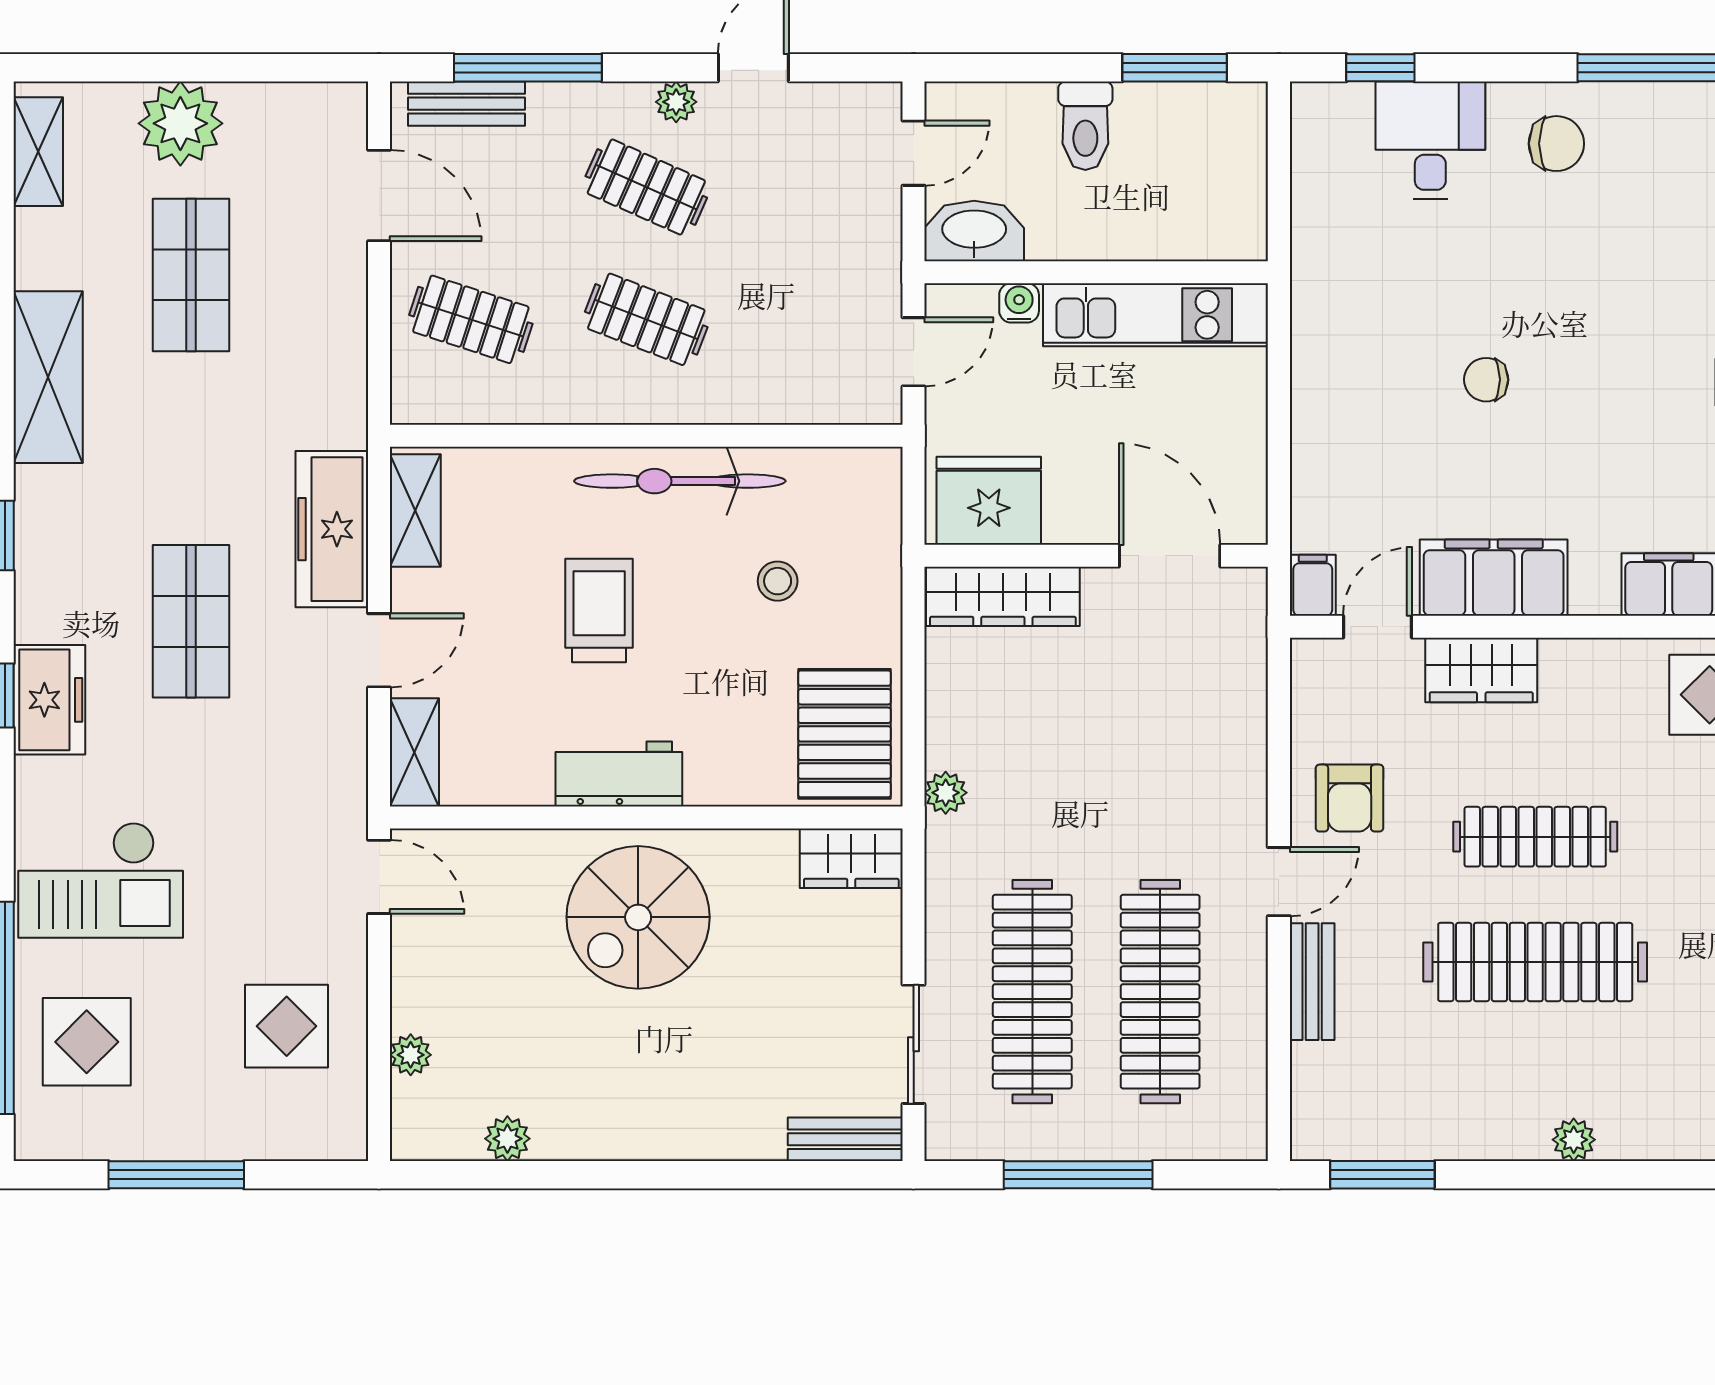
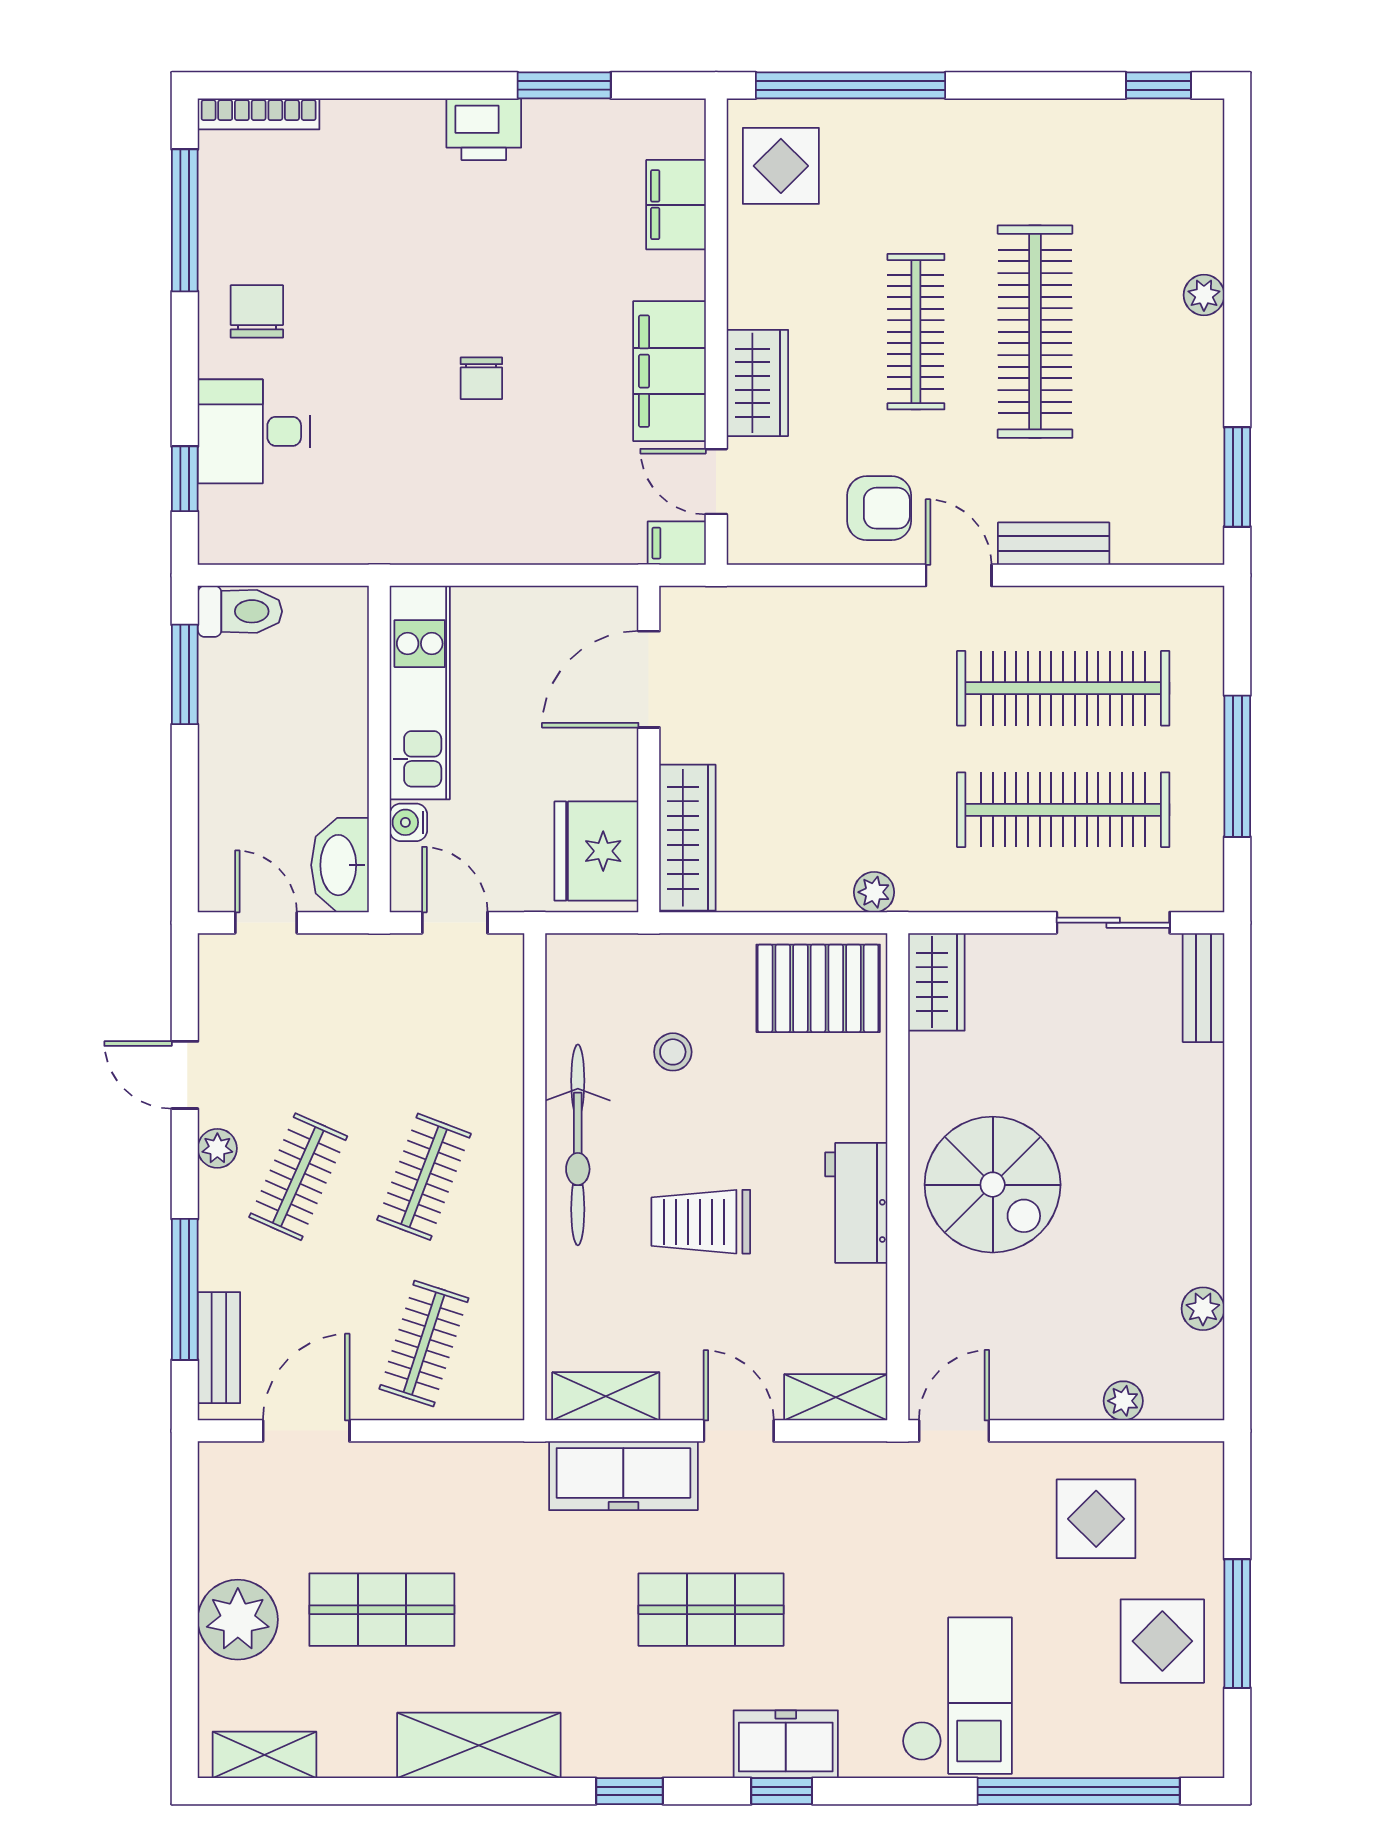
toilet: (1085, 126) -> (240, 611), moved
display table: (87, 1042) -> (1162, 1641), moved

